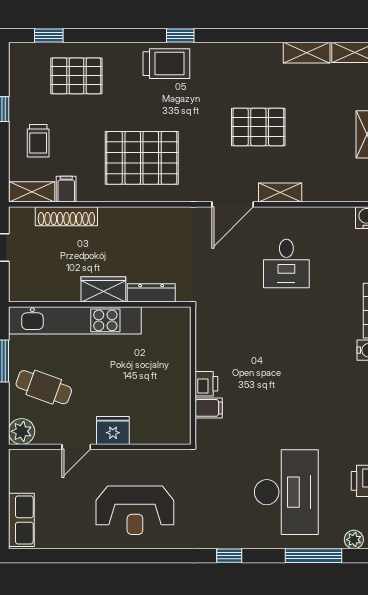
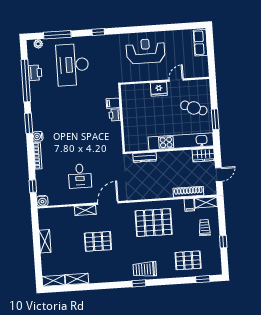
desk: (286, 263) -> (80, 176), turned 180
wardrobe: (103, 289) -> (203, 155), moved
plant: (22, 431) -> (203, 86), removed

